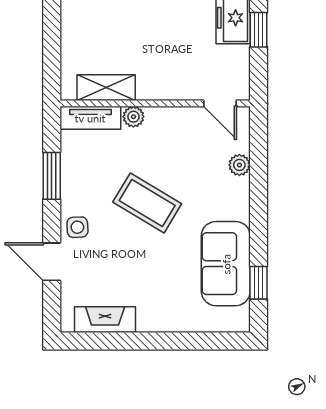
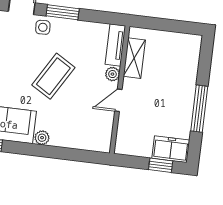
door: (220, 103) -> (118, 100), moved
plant: (239, 165) -> (42, 138), moved
window: (52, 176) -> (63, 12), moved

